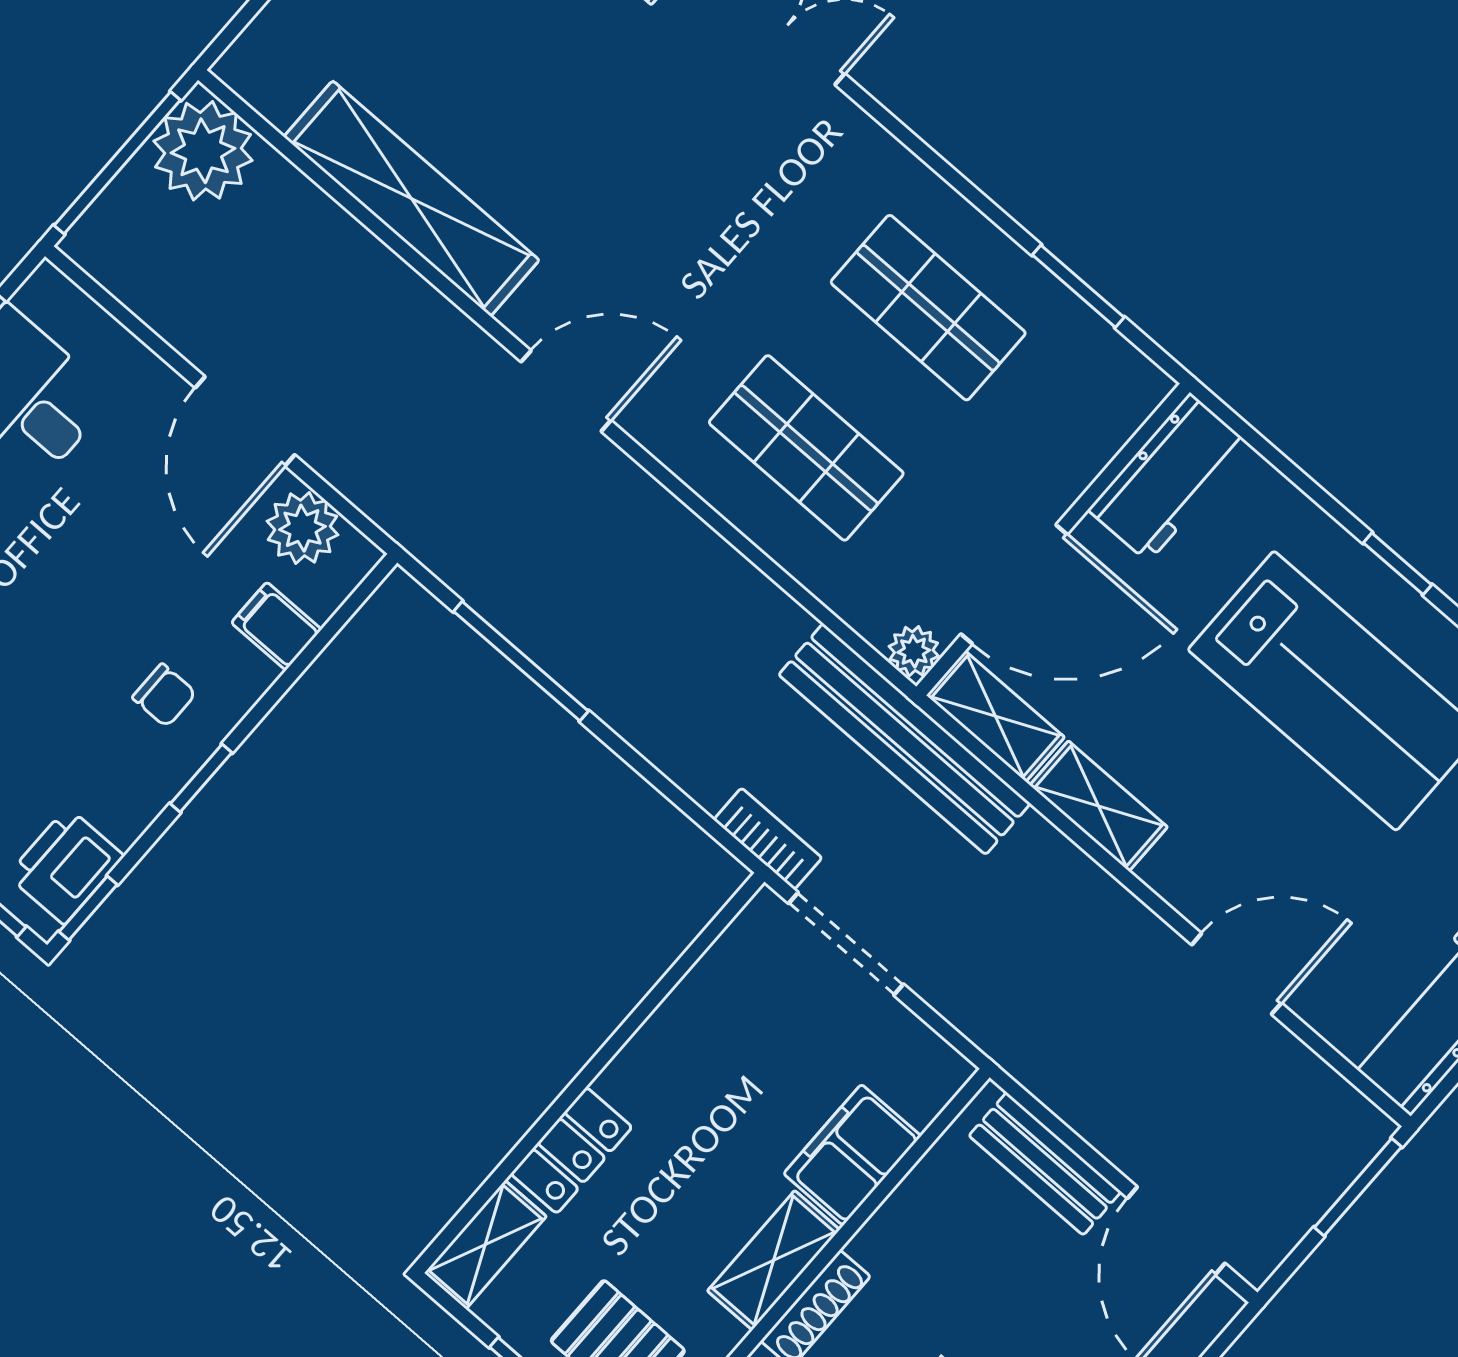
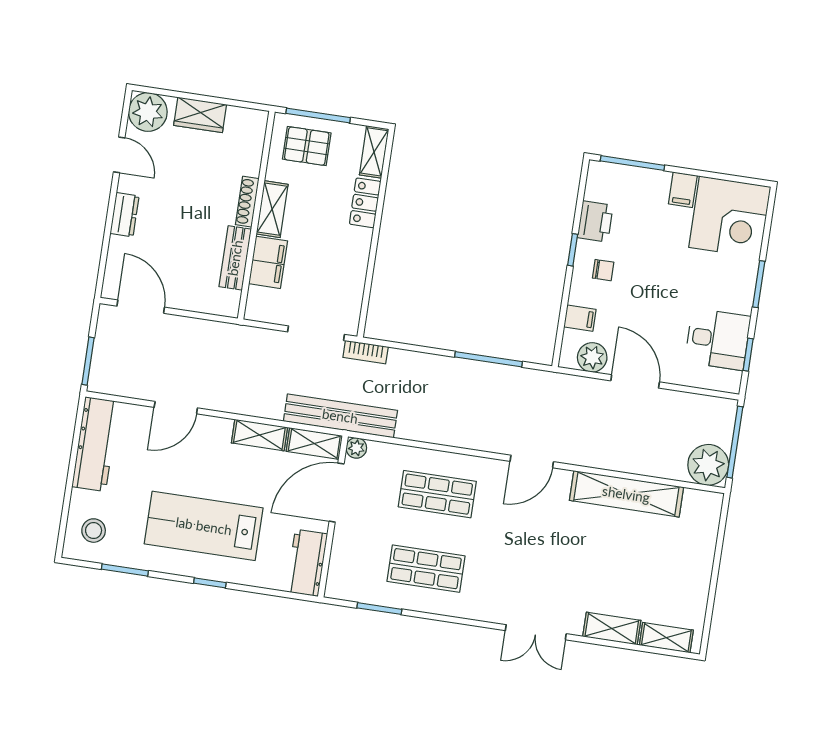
chair: (164, 695) -> (603, 270), turned 180
printer: (66, 866) -> (595, 221), moved
window: (88, 908) -> (583, 181), removed
bench: (1045, 1164) -> (235, 258), moved, turned 90

